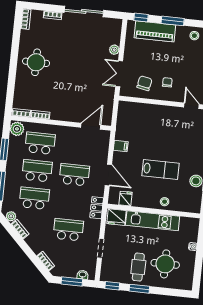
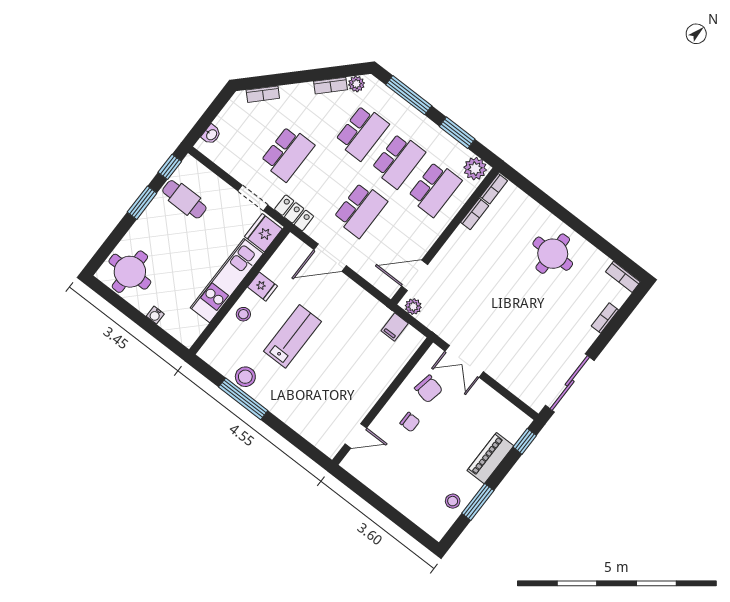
sliding door: (84, 11) -> (570, 383), moved
window: (173, 21) -> (478, 502), moved
piano: (155, 31) -> (490, 458), width x0.73, depth x0.75
plant: (114, 50) -> (413, 307), moved
double door: (119, 74) -> (464, 361), swing flipped
door: (91, 126) -> (415, 275), swing flipped
filing cabinet: (121, 146) -> (395, 327), moved
lab bench: (160, 170) -> (293, 336), turned 180
fridge: (125, 199) -> (263, 287), moved
doorway: (100, 248) -> (253, 198), moved
round table: (165, 264) -> (130, 272), moved
cafe table: (138, 267) -> (184, 199), moved
window: (72, 281) -> (211, 113), removed

